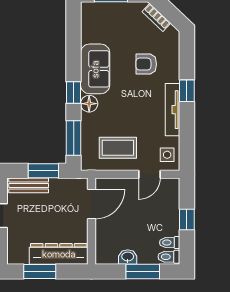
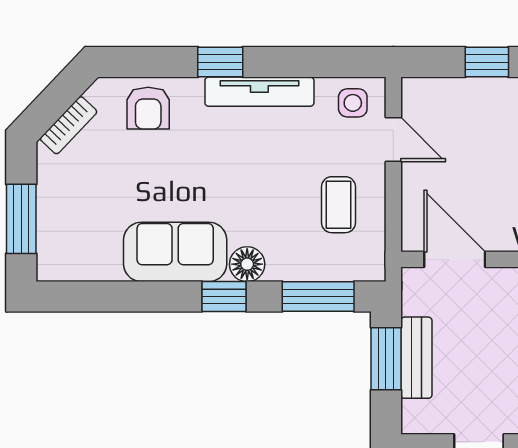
armchair: (146, 64) -> (148, 108), moved
coffee table: (118, 148) -> (339, 205), width x0.73, depth x0.77
bench: (29, 185) -> (416, 358), moved

